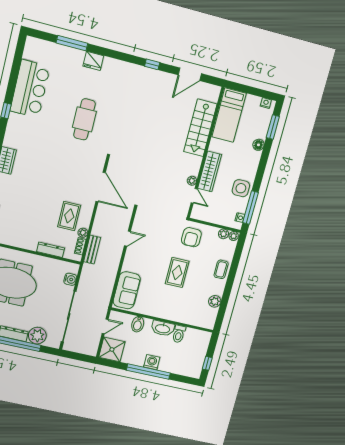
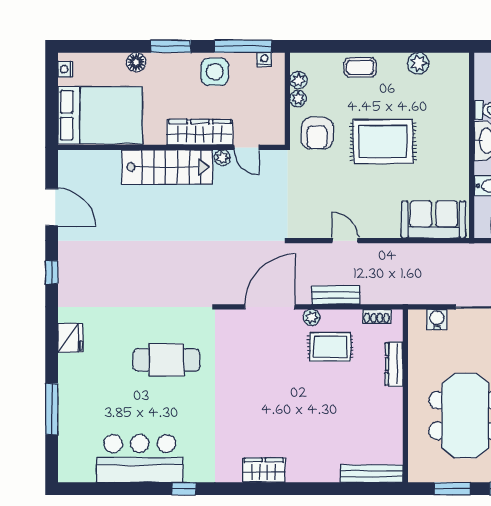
fridge: (93, 61) -> (70, 338), moved
bed: (229, 115) -> (100, 115), width x1.50
window: (273, 127) -> (171, 46), moved
stairs: (200, 128) -> (167, 167), moved
door: (194, 196) -> (247, 147), swing flipped
plant: (83, 233) -> (312, 317), moved
plant: (234, 236) -> (298, 99), moved
armchair: (191, 237) -> (317, 133), turned 90
bench: (92, 250) -> (336, 295), moved
rug: (177, 272) -> (383, 141), width x1.36, depth x1.43

